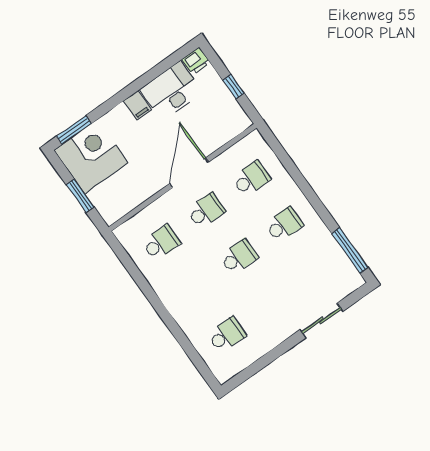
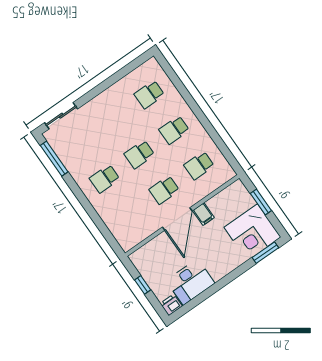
filing cabinet: (137, 105) -> (203, 214), moved, turned 180
school desk: (251, 179) -> (174, 130), moved
sliding door: (321, 321) -> (61, 116), moved

